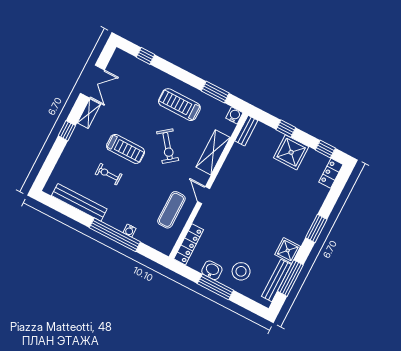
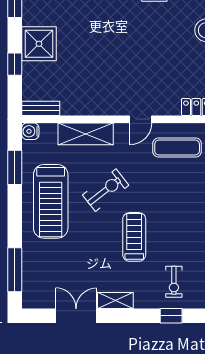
window: (146, 56) -> (15, 270), width x2.17
treadmill: (179, 105) -> (51, 201), width x1.37, depth x1.38
window: (67, 131) -> (171, 316), moved
exercise bike: (109, 174) -> (174, 282), moved

